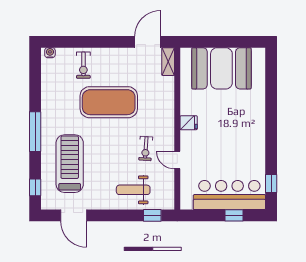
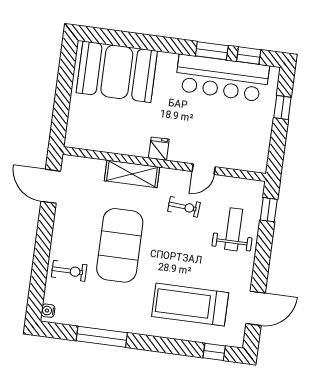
shelving: (168, 62) -> (132, 174), moved, width x1.50, depth x1.33
booth: (221, 68) -> (117, 72), moved, turned 90
window: (35, 132) -> (102, 337), moved
window: (271, 154) -> (212, 51), added
weight bench: (133, 190) -> (234, 229), turned 180
bar counter: (229, 195) -> (222, 78), moved, turned -90

